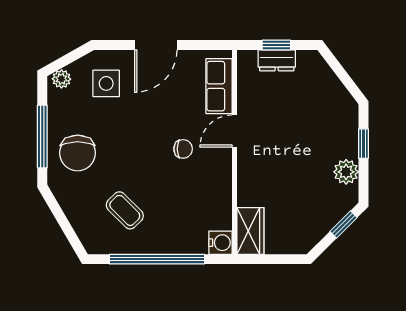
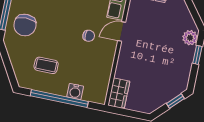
plant: (346, 172) -> (190, 38), moved
coffee table: (125, 210) -> (46, 65), turned -45
water cooler: (220, 243) -> (75, 92), moved, turned 90

